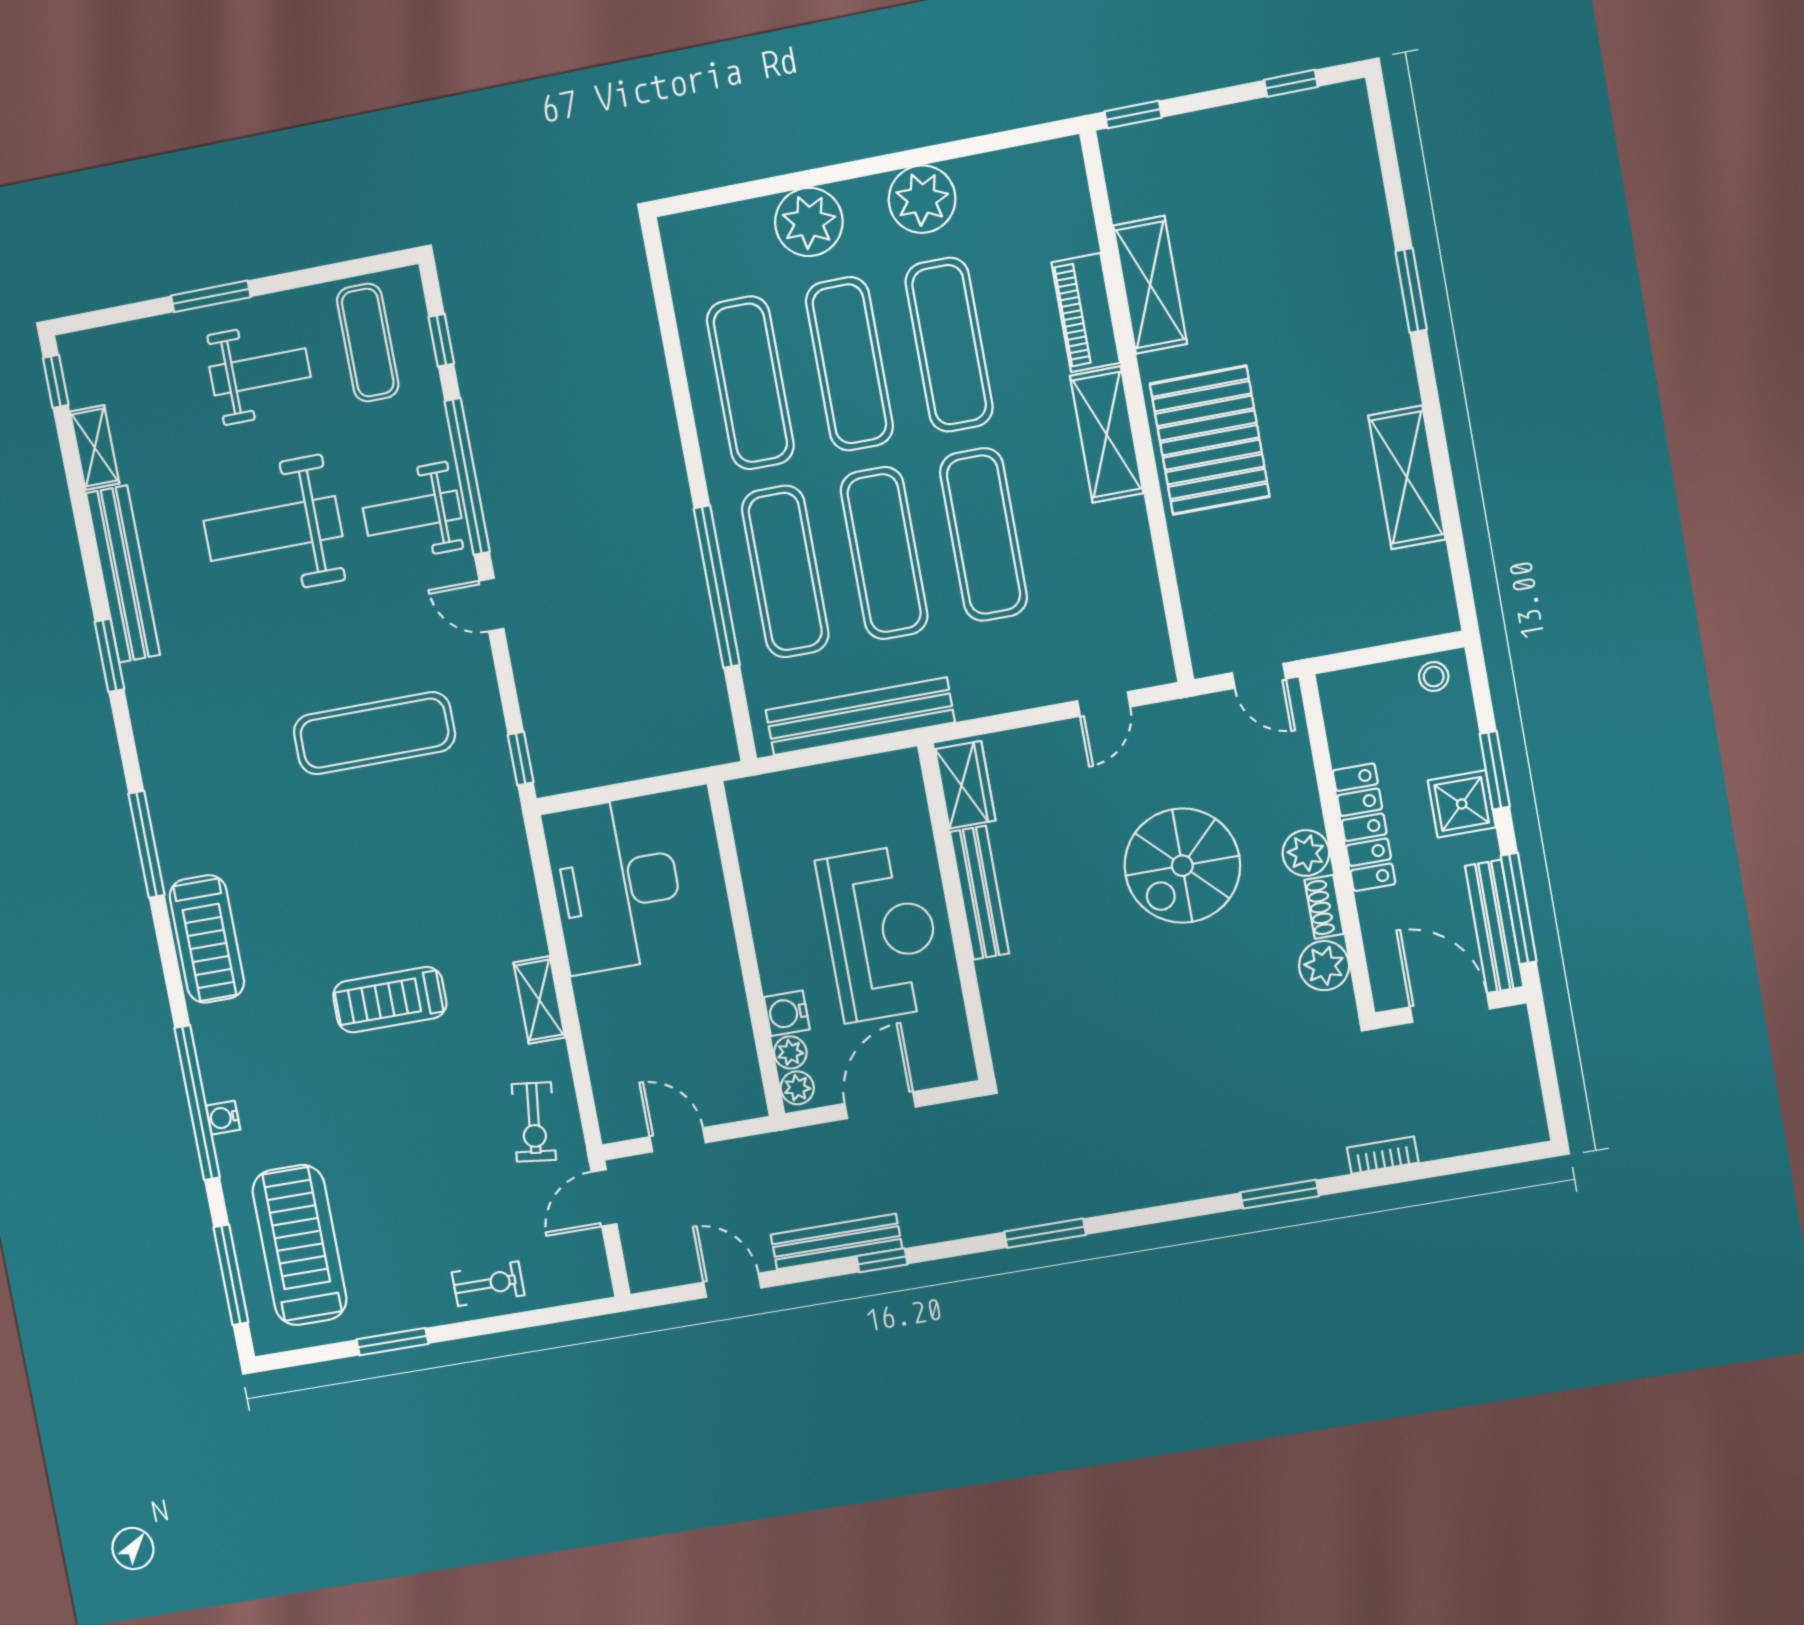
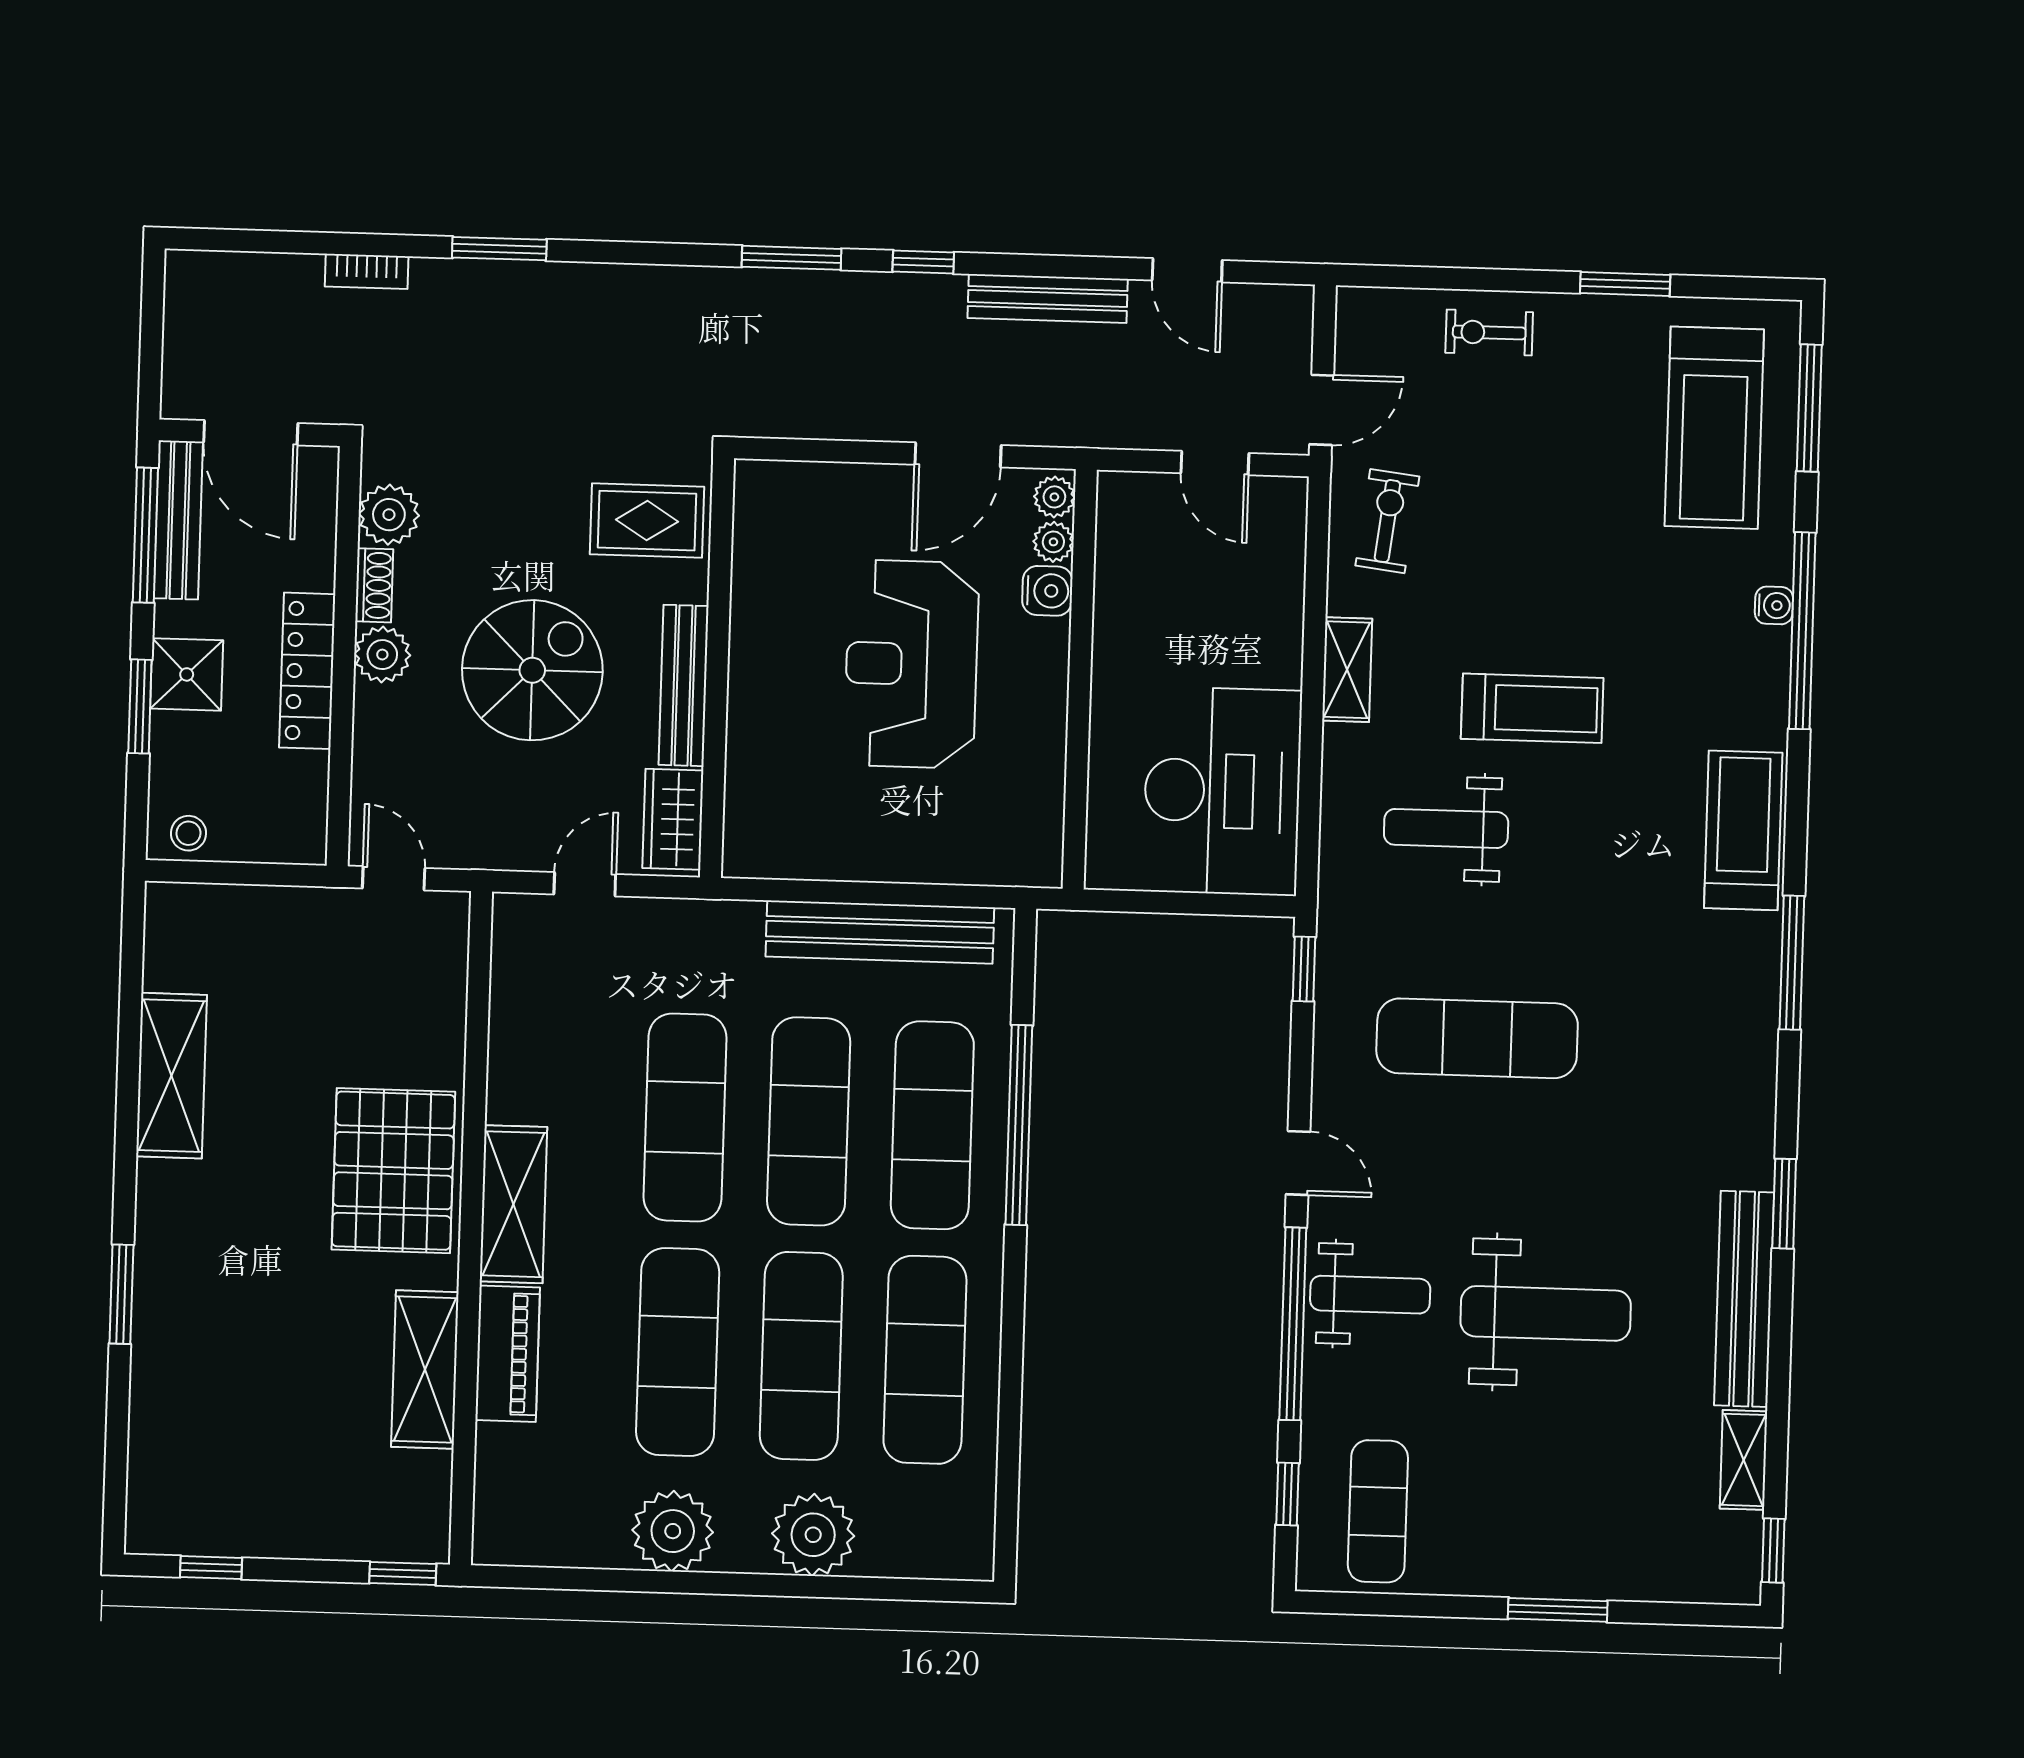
weight bench: (260, 372) -> (1446, 828), moved
wardrobe: (965, 785) -> (673, 819), moved
bench: (980, 893) -> (684, 685), moved
wall: (956, 912) -> (717, 668), moved
rug: (1116, 1003) -> (647, 521), added
window: (882, 1260) -> (923, 262), moved

